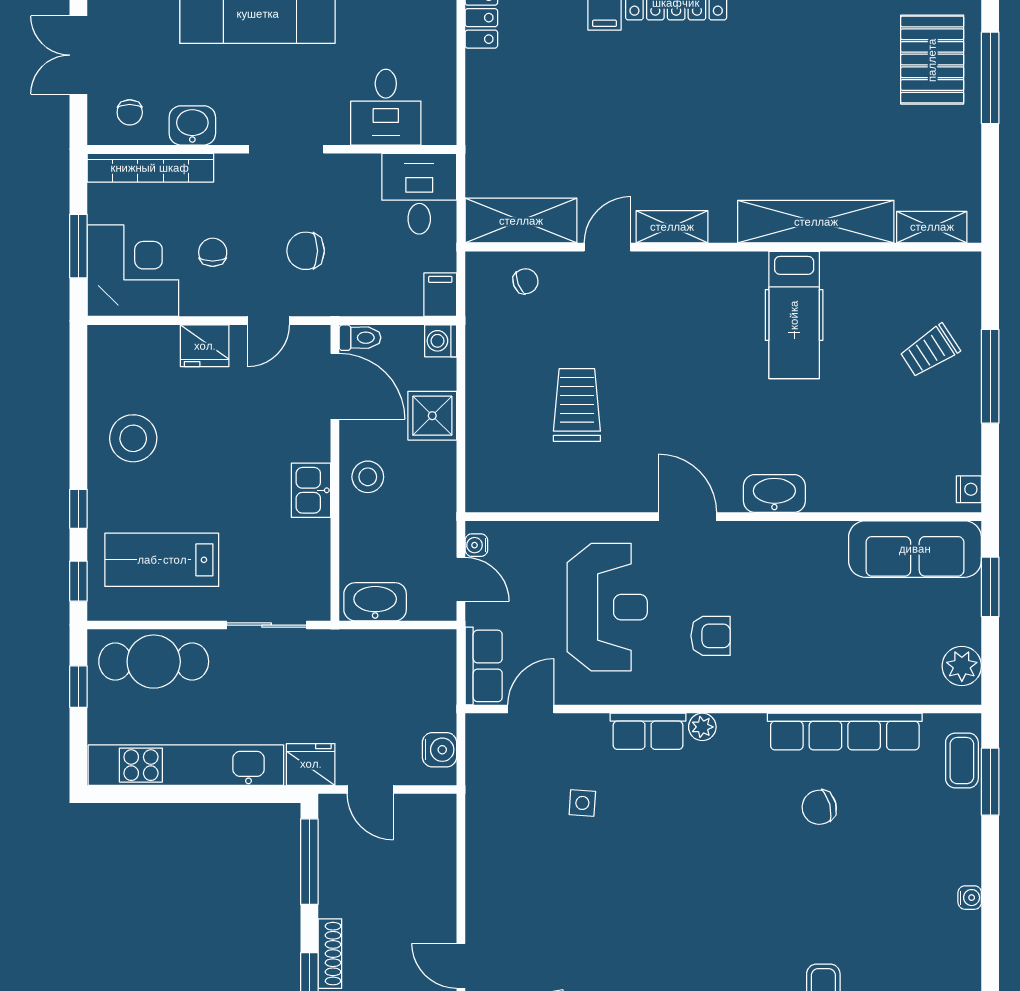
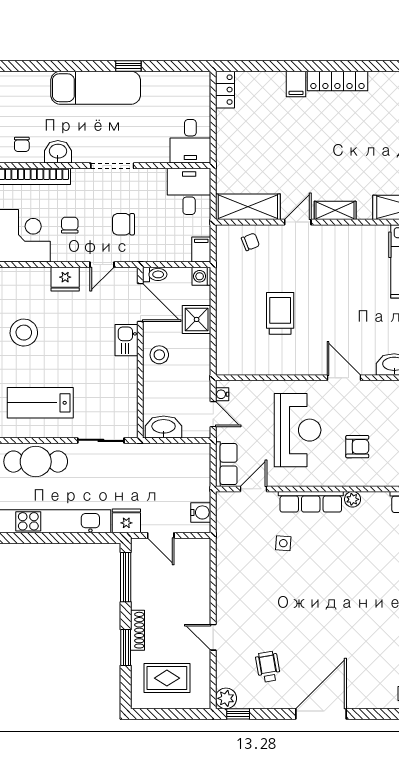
desk: (386, 107) -> (190, 141), moved
kitchen sink: (311, 490) -> (127, 340), moved
row of seats: (648, 731) -> (311, 502), width x1.48

